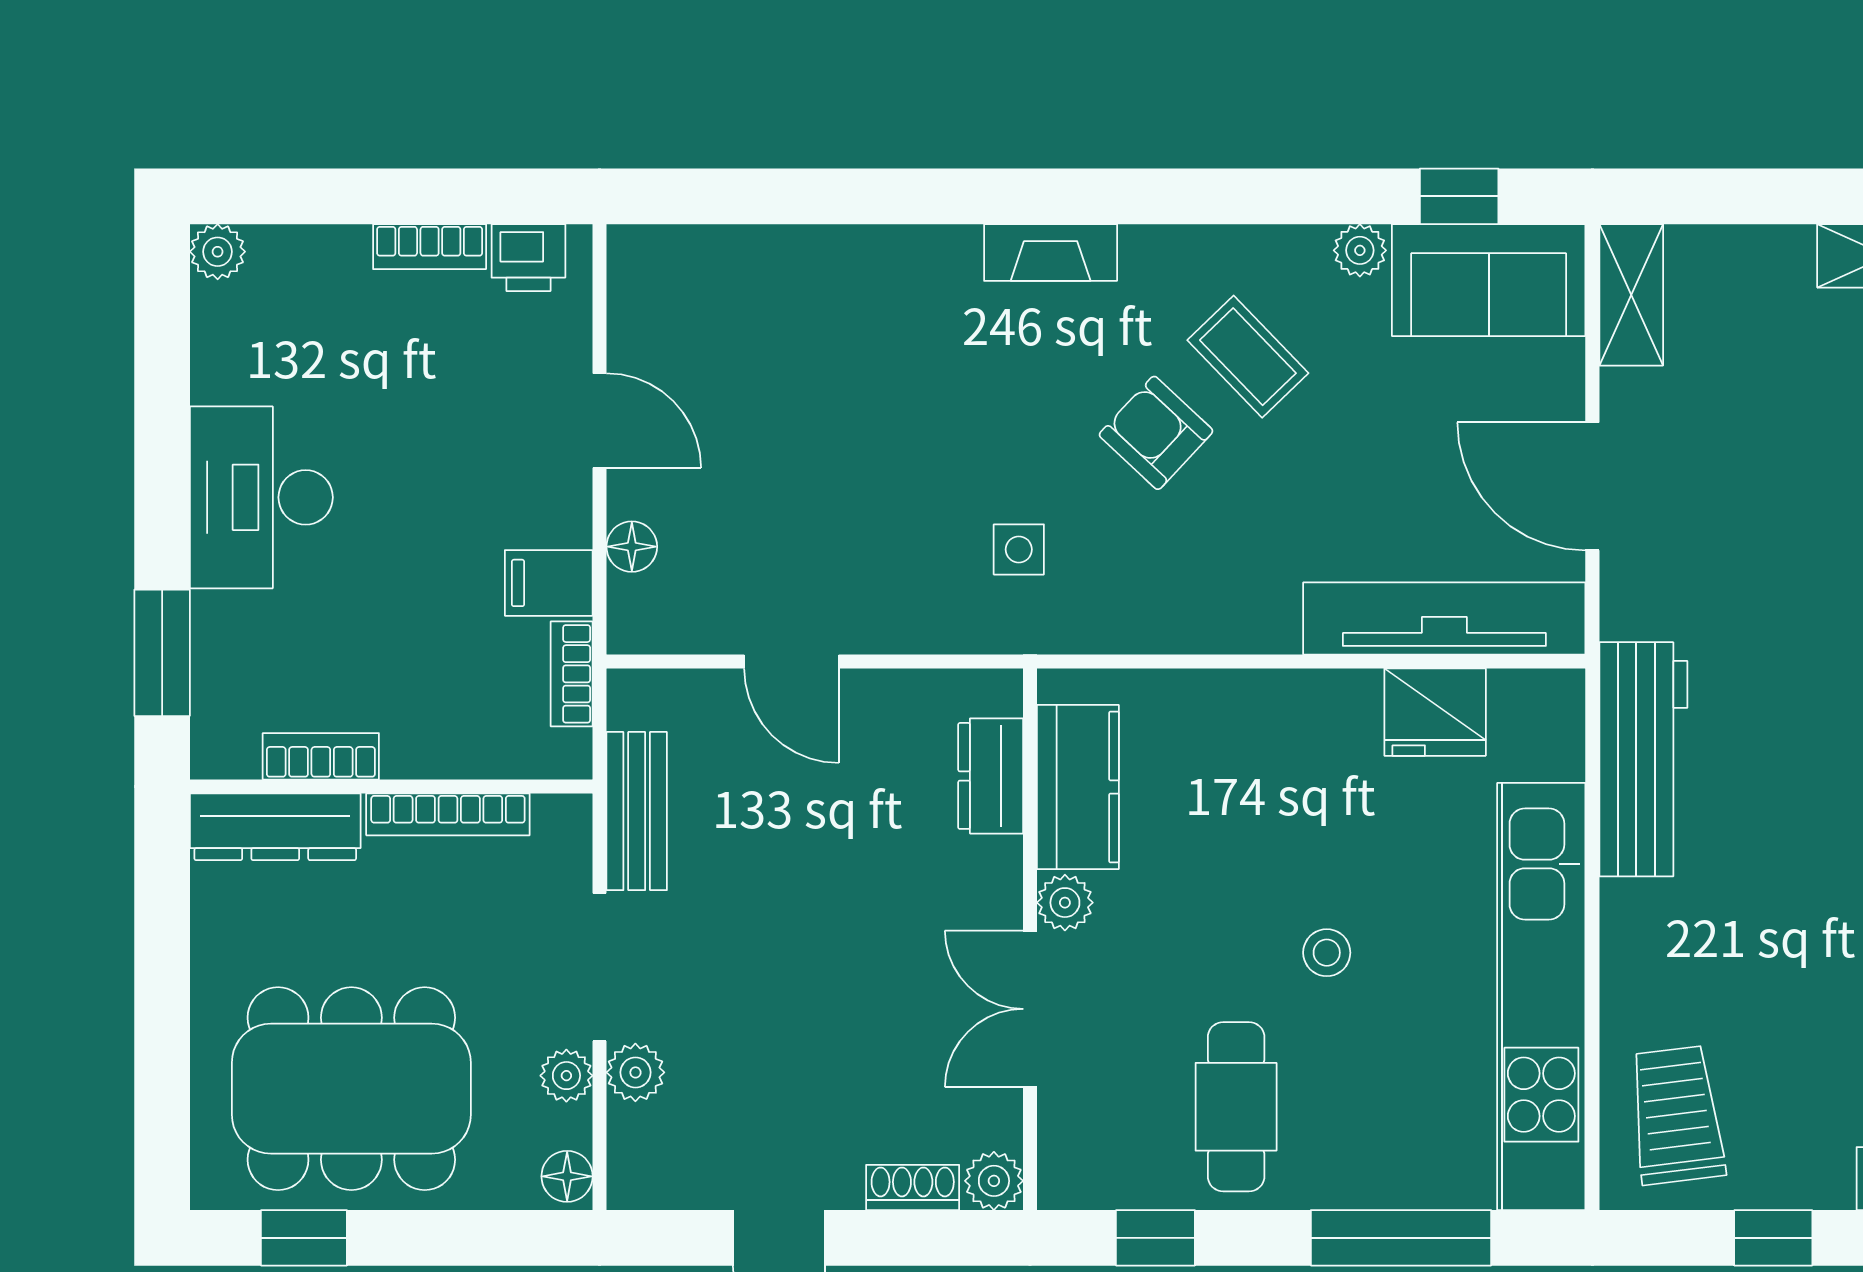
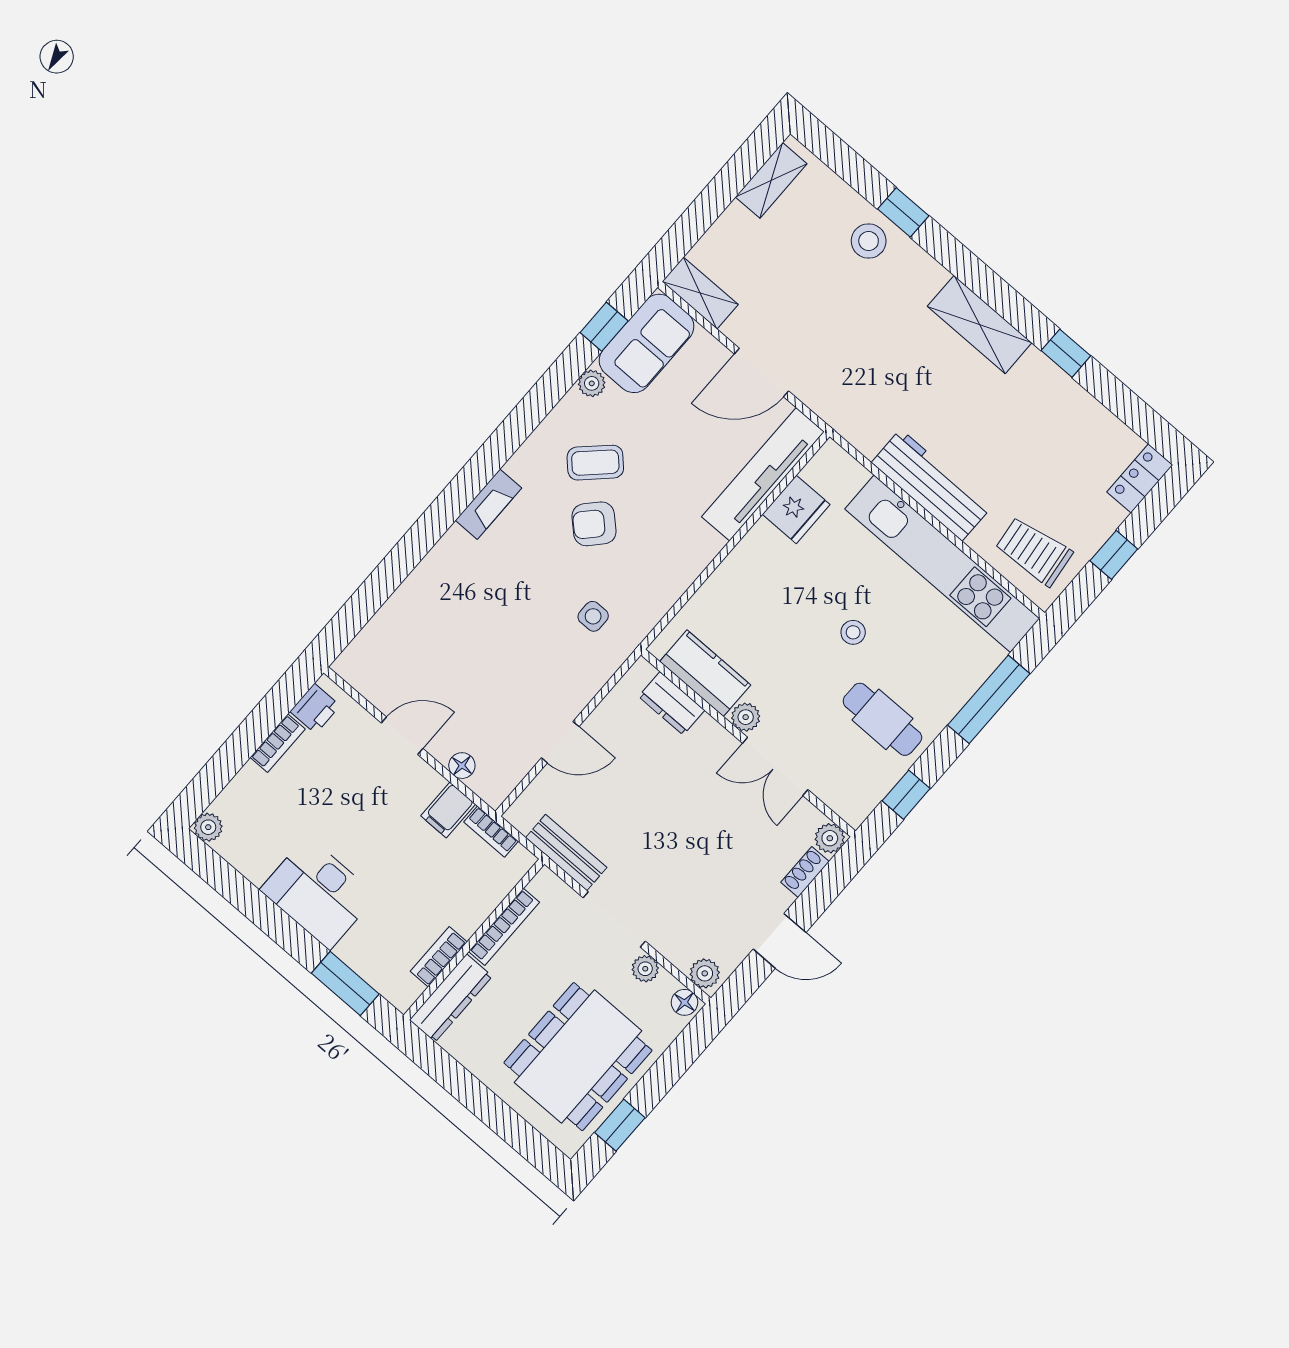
workbench: (1643, 759) -> (931, 485), moved
plant: (635, 1072) -> (705, 973), moved

